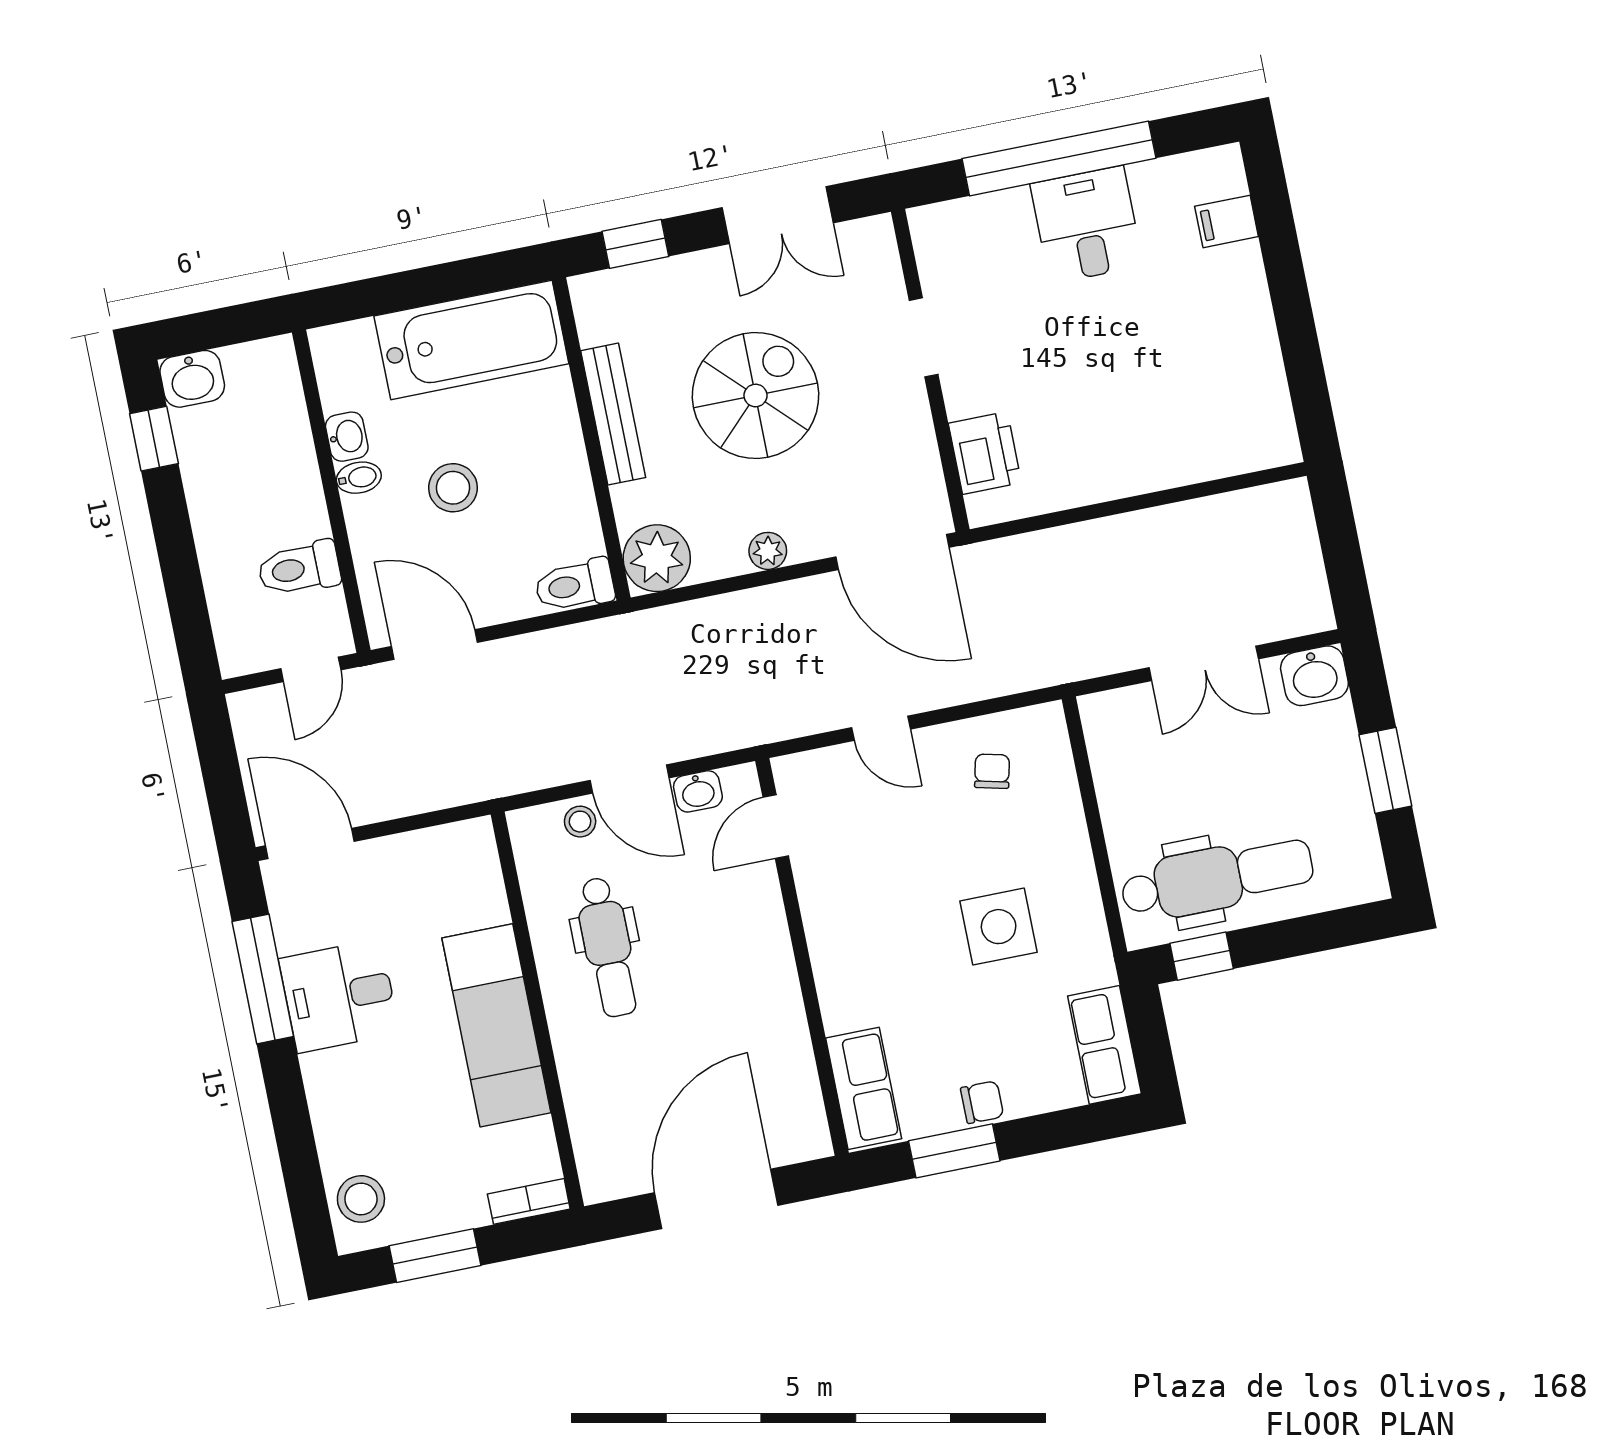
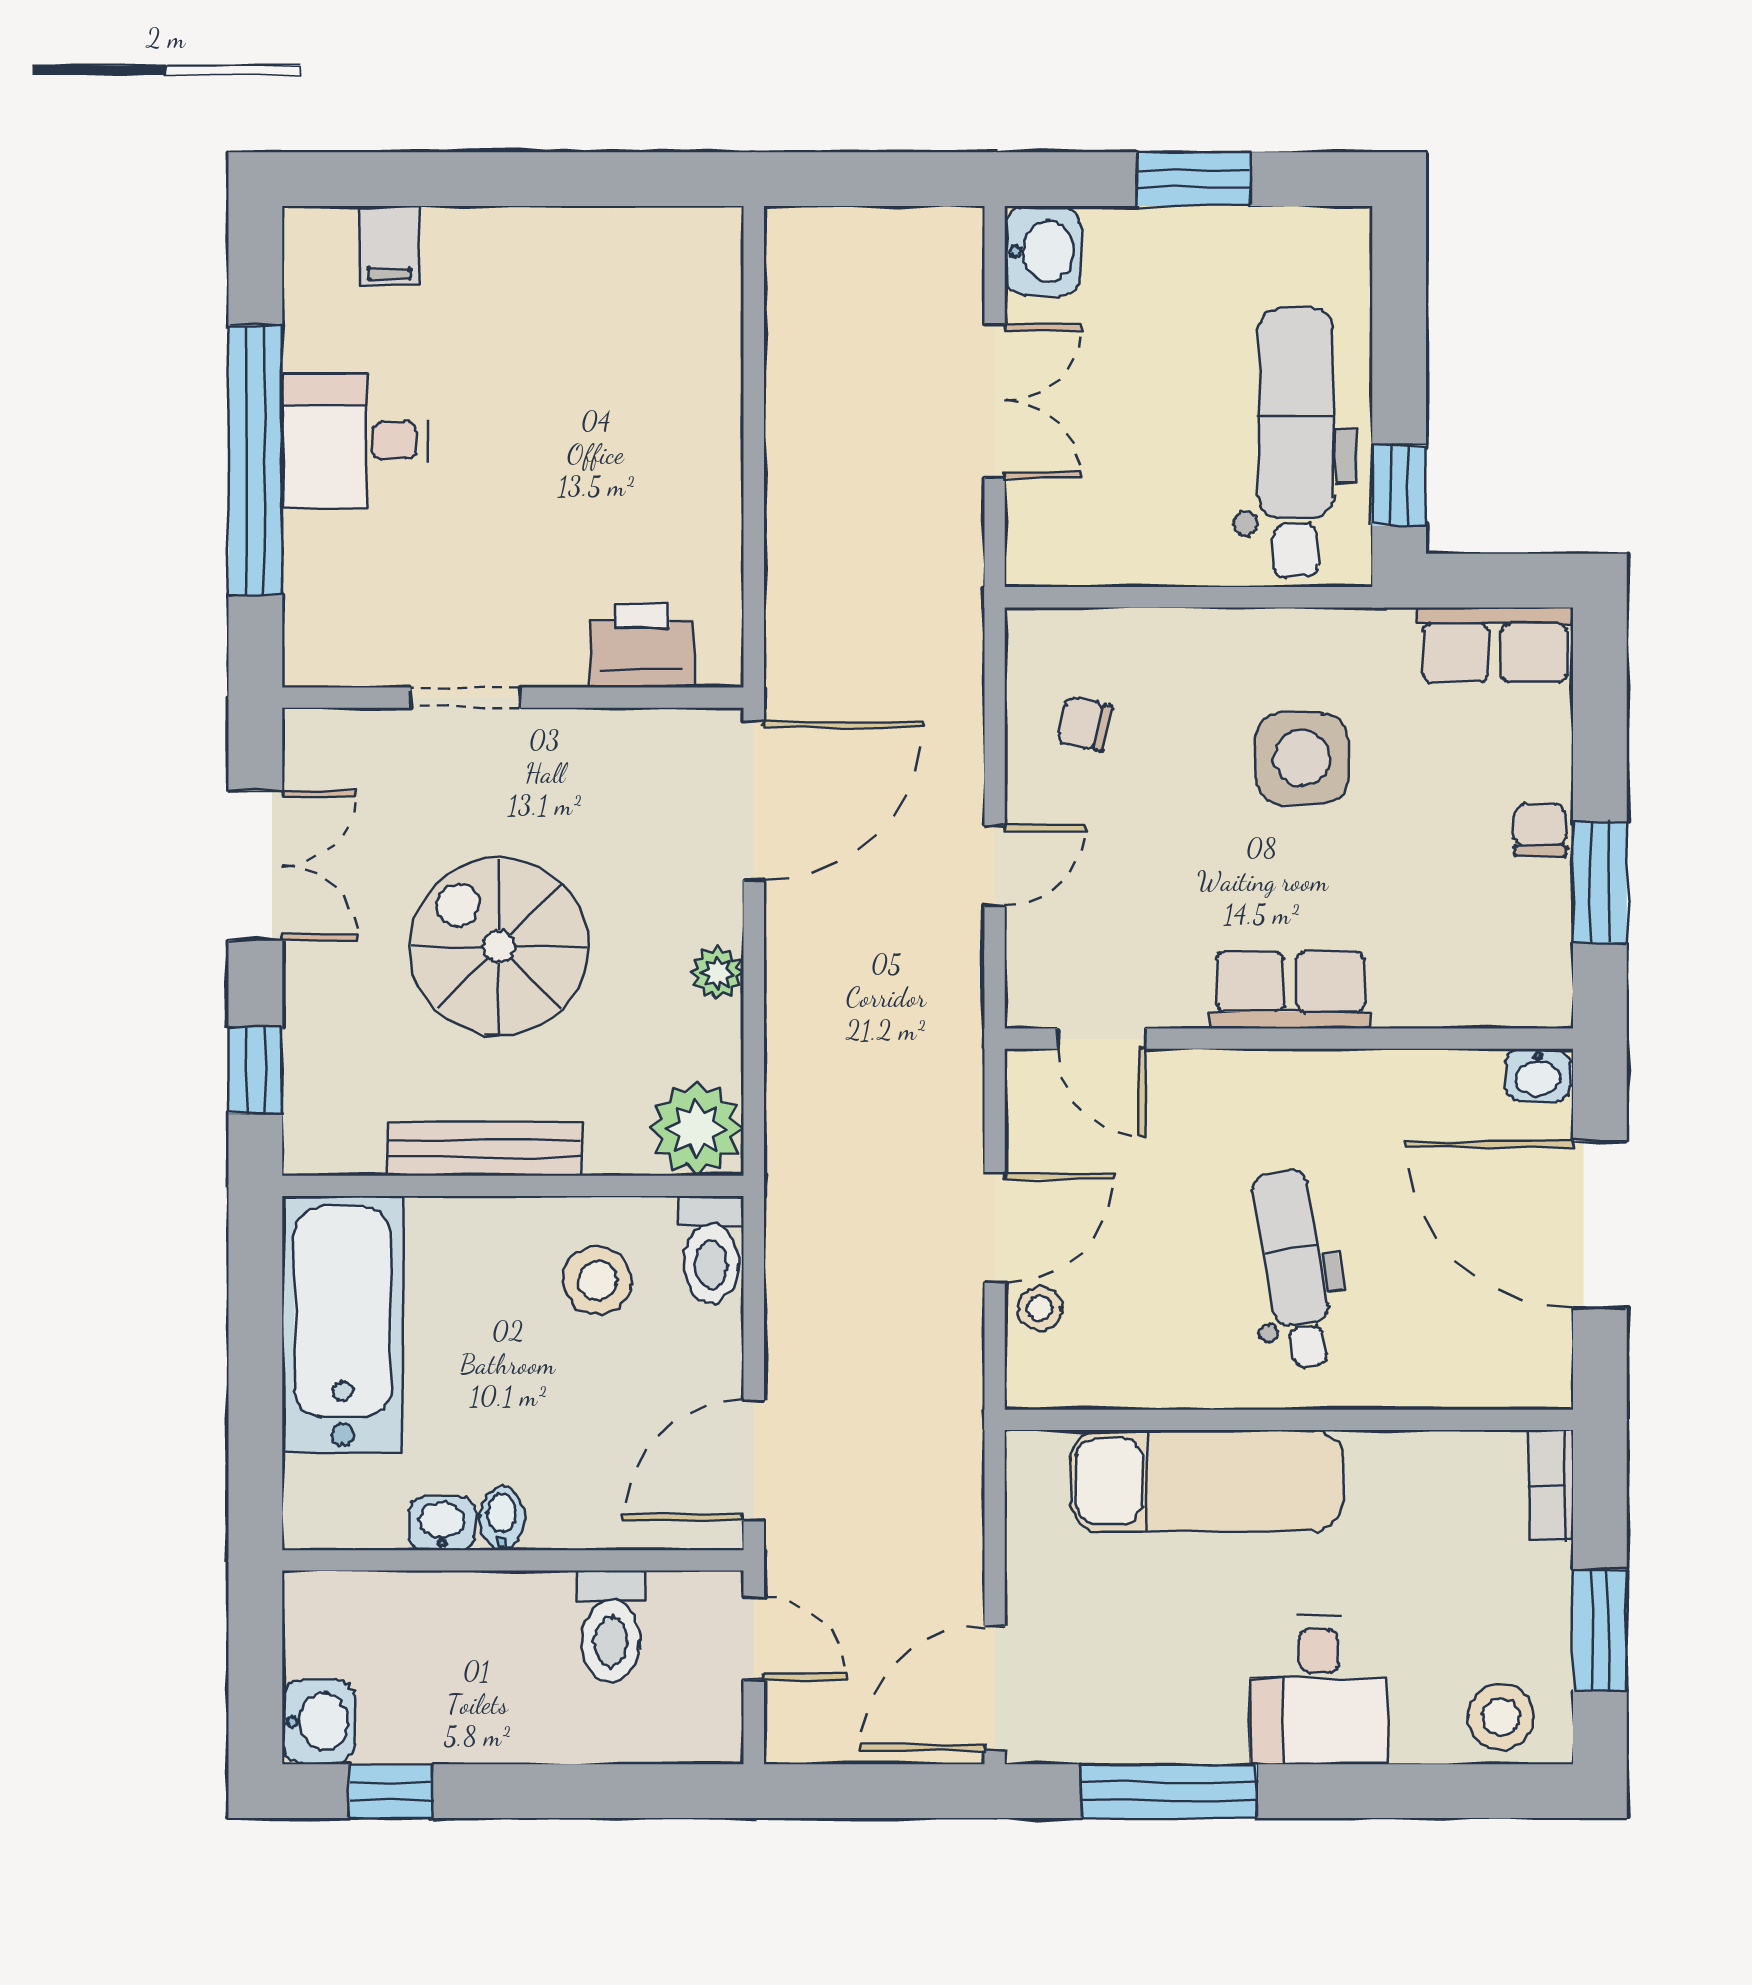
stool: (453, 488) -> (597, 1280), moved
washbasin: (698, 791) -> (1538, 1075), moved, turned 90
dental chair: (608, 947) -> (1294, 1269), moved, turned -100
desk: (339, 996) -> (1319, 1690), moved
exam couch: (496, 1025) -> (1207, 1481), moved
row of seats: (864, 1088) -> (1290, 990), moved

